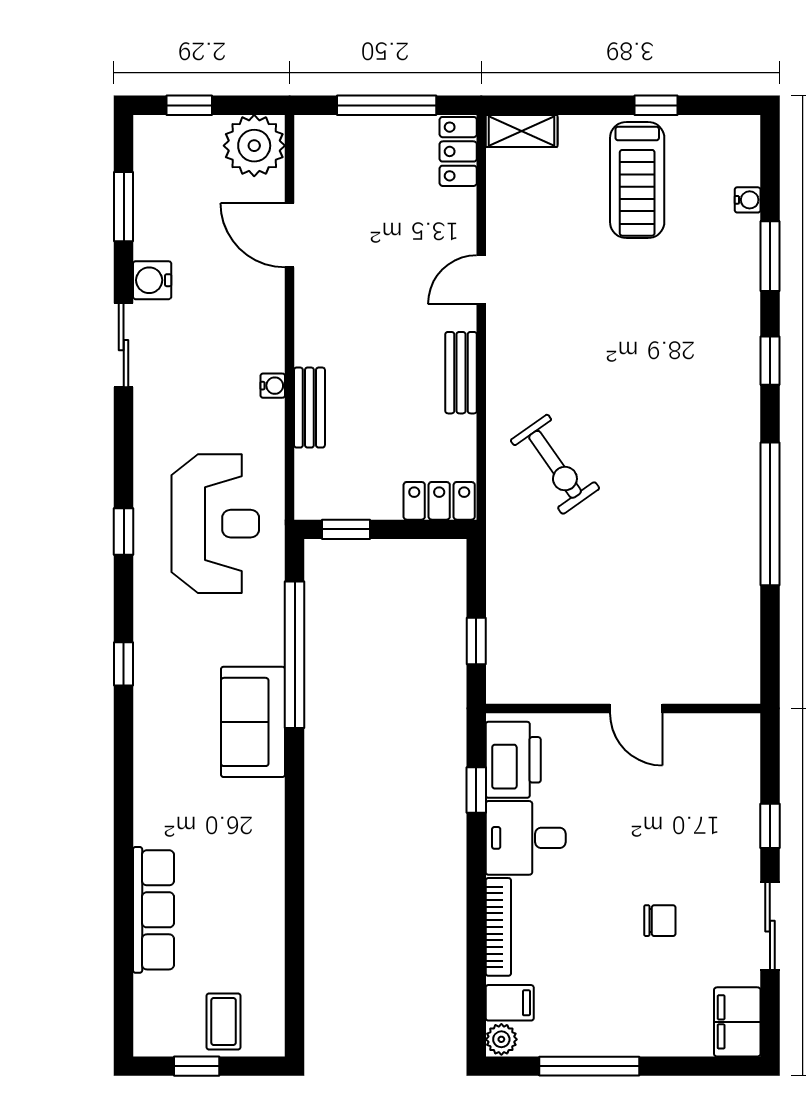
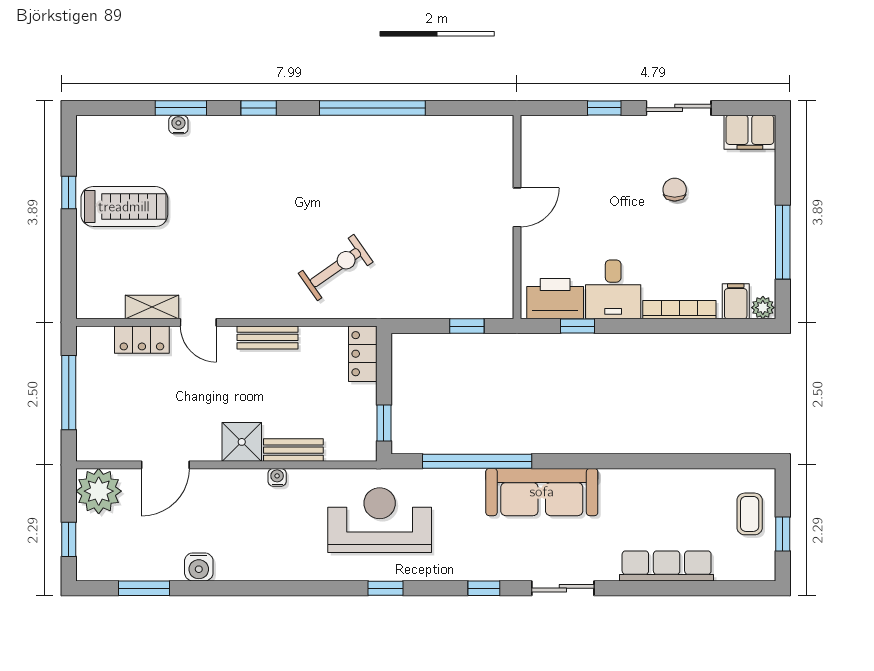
shelving: (522, 131) -> (152, 307), moved, turned 90
locker: (458, 151) -> (142, 340), moved
water cooler: (748, 200) -> (178, 125), moved
shower: (320, 338) -> (242, 442), added
sliding door: (124, 345) -> (563, 588), moved
sofa: (253, 722) -> (542, 492), width x1.36
coffee table: (224, 1022) -> (750, 514), turned 90

